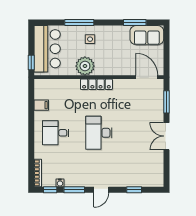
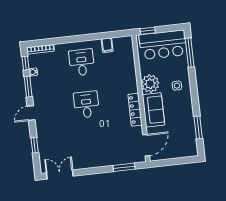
window: (79, 22) -> (190, 53), moved
sofa: (147, 35) -> (153, 110), moved, turned 180
locker: (96, 84) -> (135, 110), moved
desk: (99, 133) -> (86, 105), width x0.73
double door: (167, 136) -> (60, 174), moved
door: (101, 190) -> (31, 113), hinge flipped

